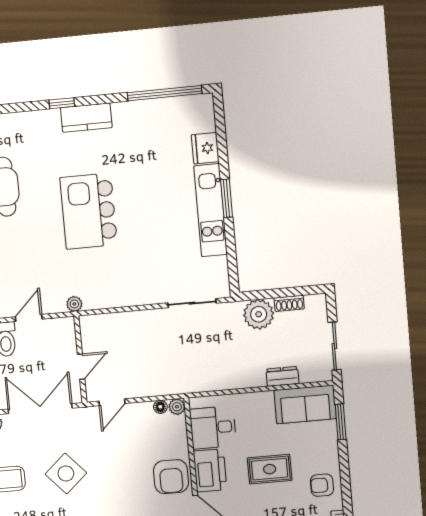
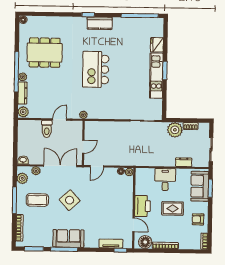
sofa: (305, 404) -> (200, 186), moved, turned 90
desk: (213, 428) -> (165, 180), moved, turned 90
armchair: (171, 477) -> (123, 207), removed

